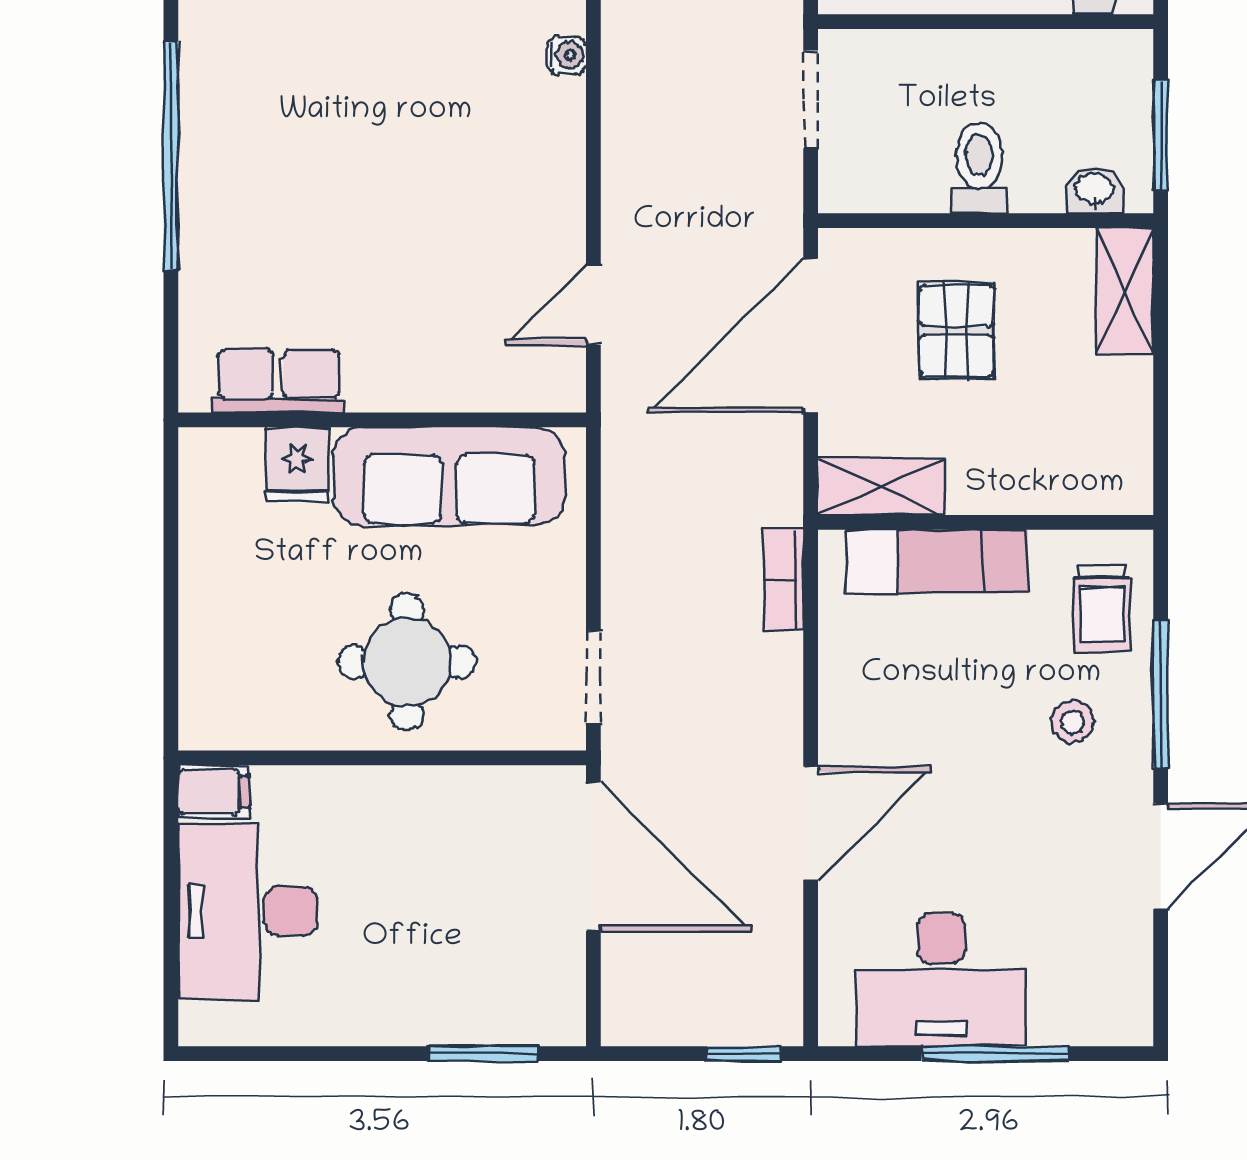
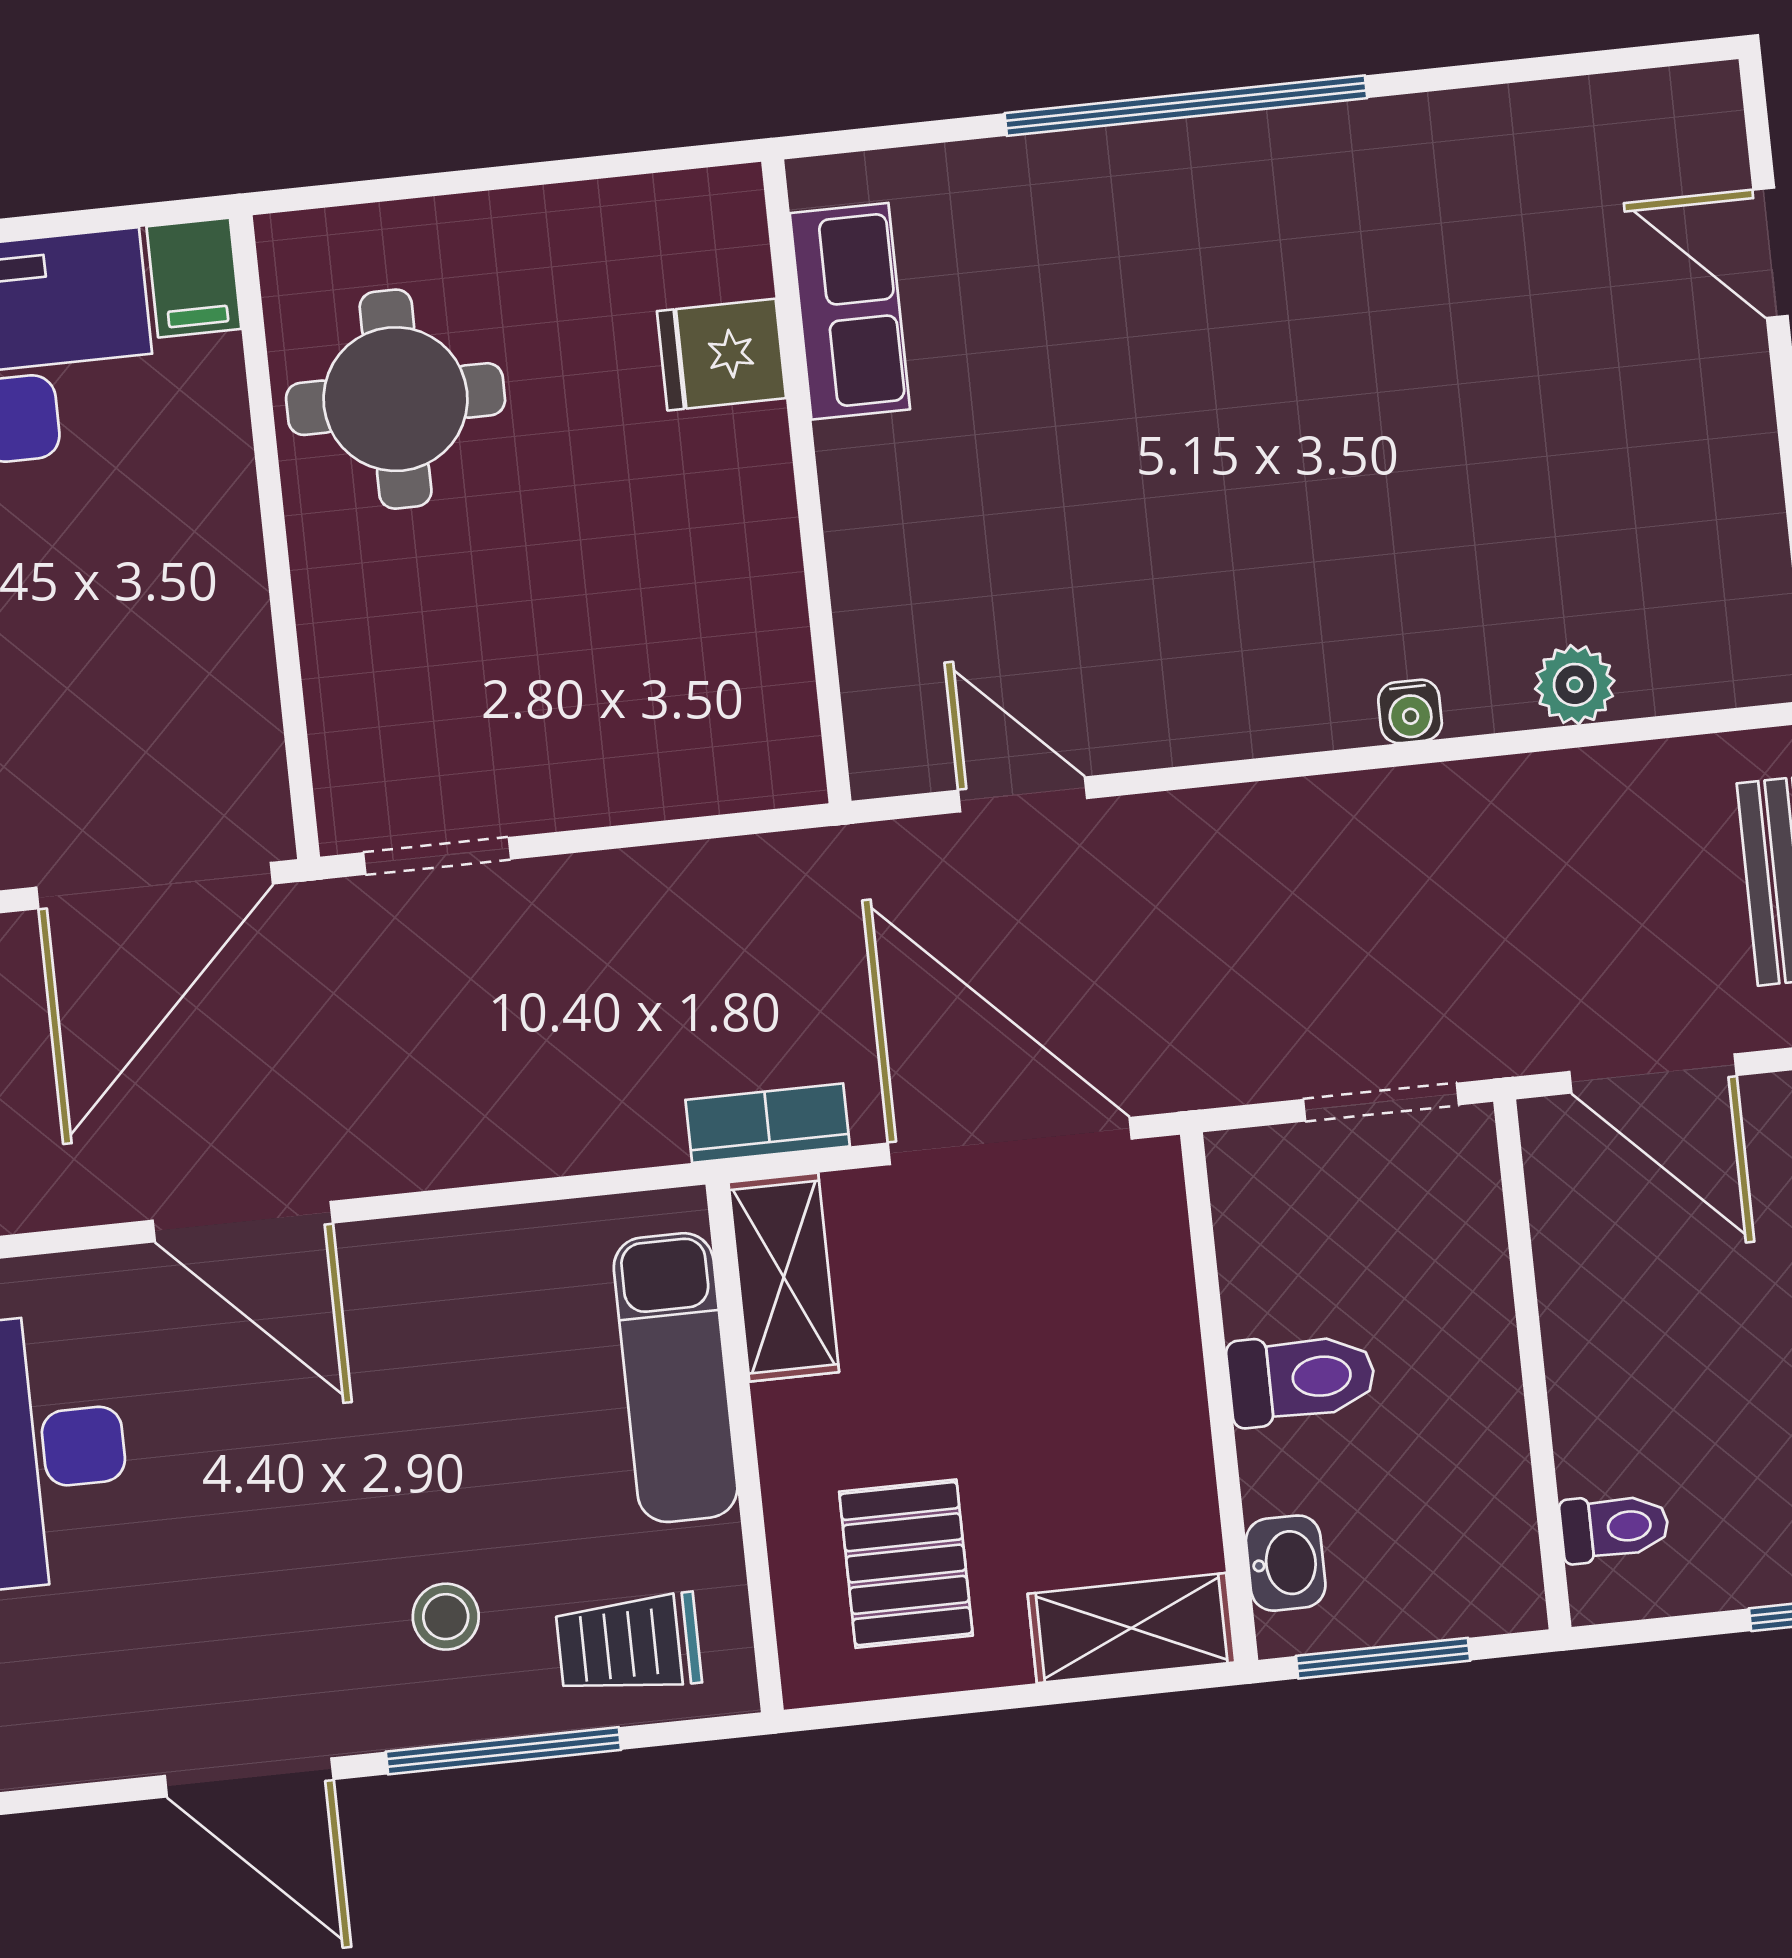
pallet: (957, 331) -> (906, 1564), moved, turned 90
sofa: (449, 476) -> (729, 596), removed
bookcase: (783, 579) -> (768, 1123), moved
round table: (407, 662) -> (396, 399), moved

